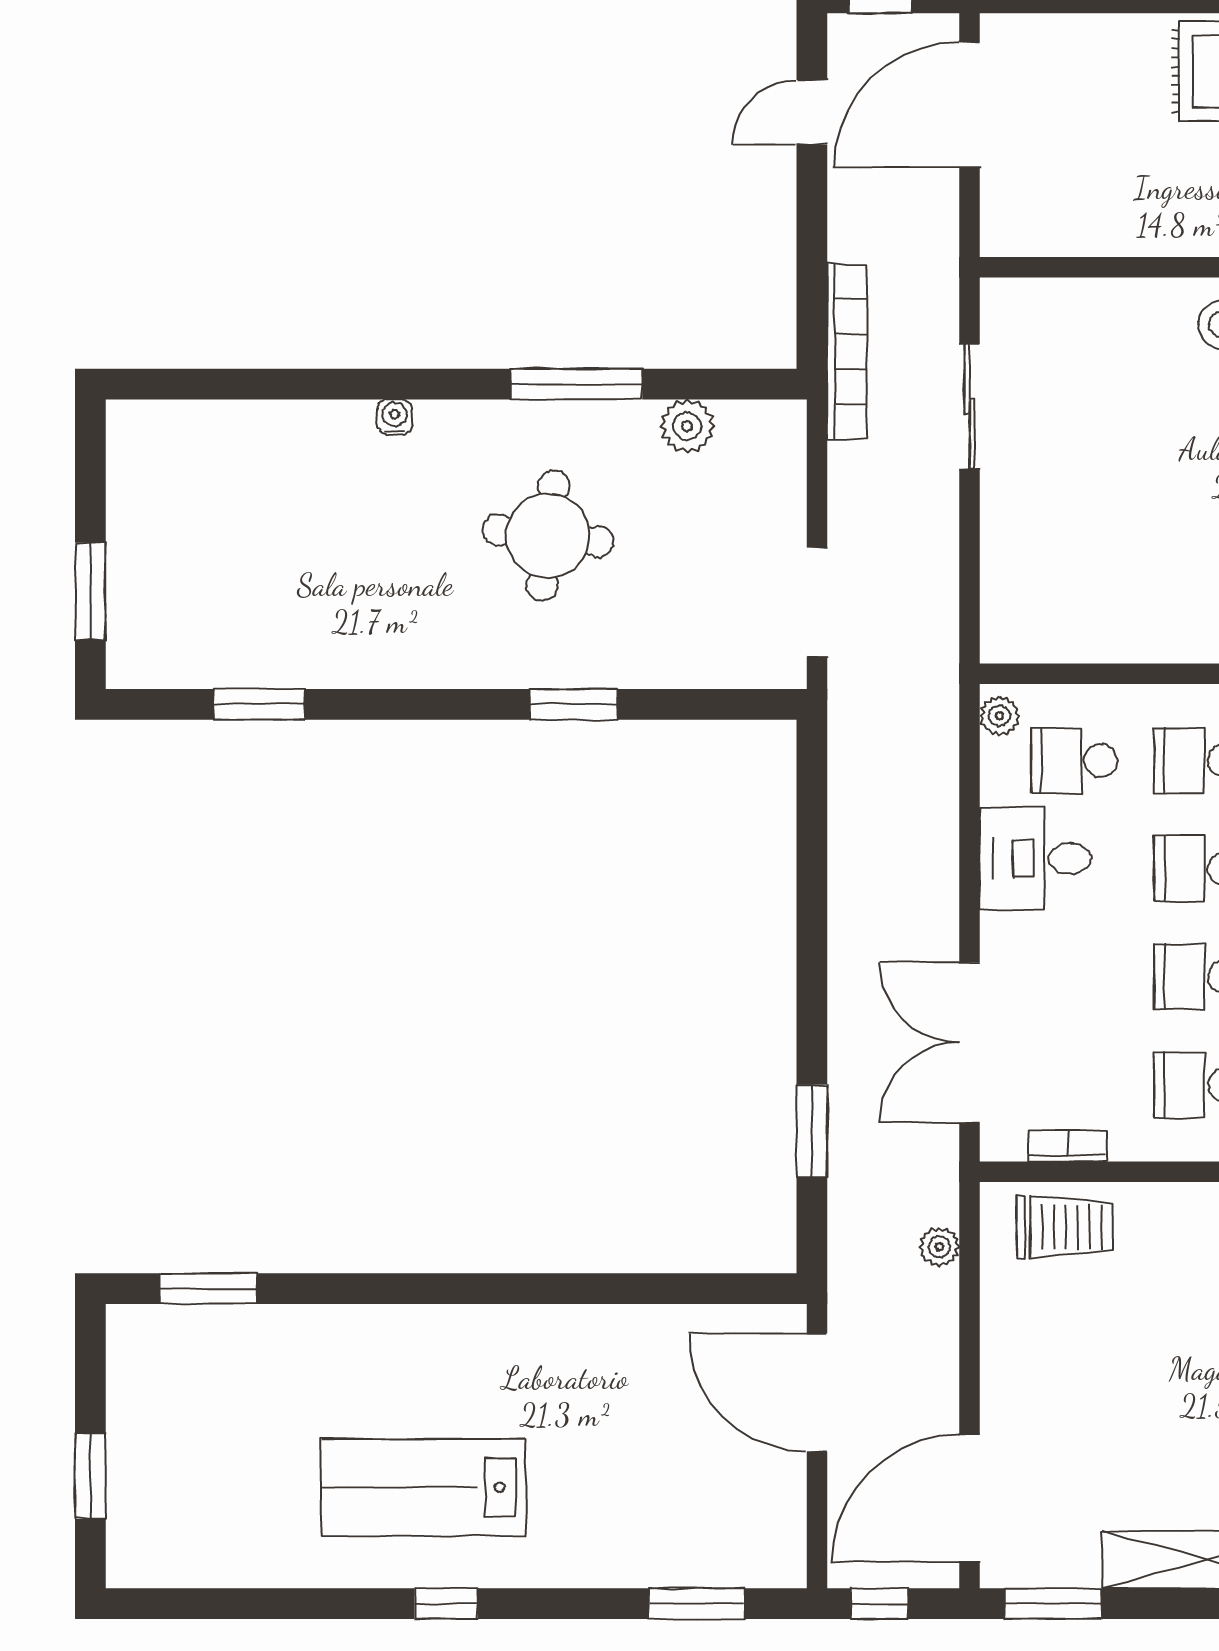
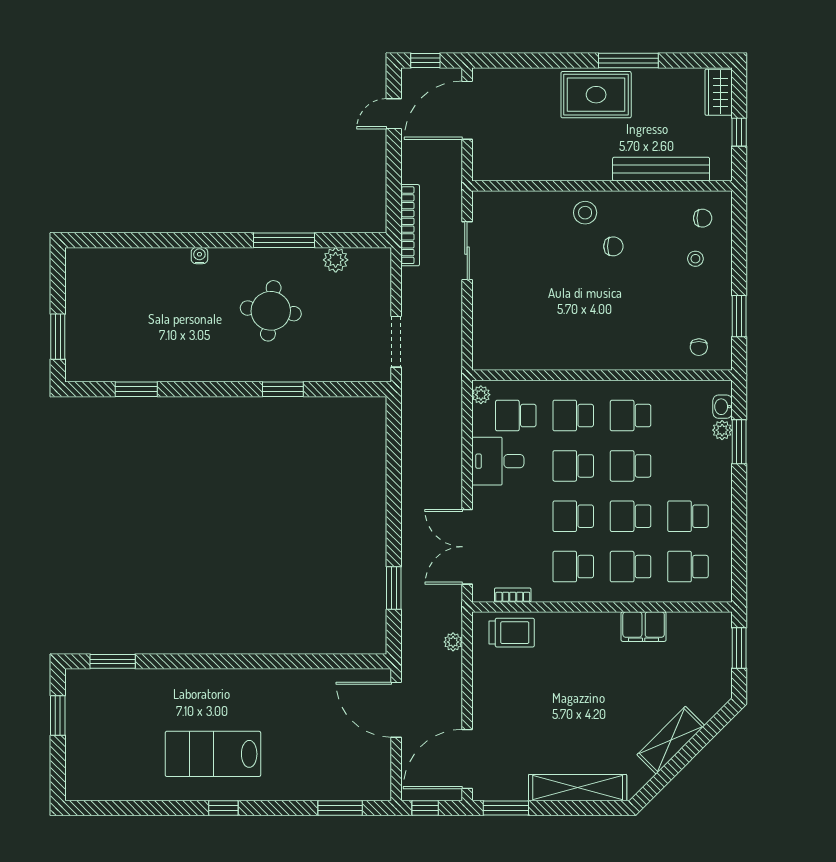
window: (90, 1476) -> (58, 716), moved

